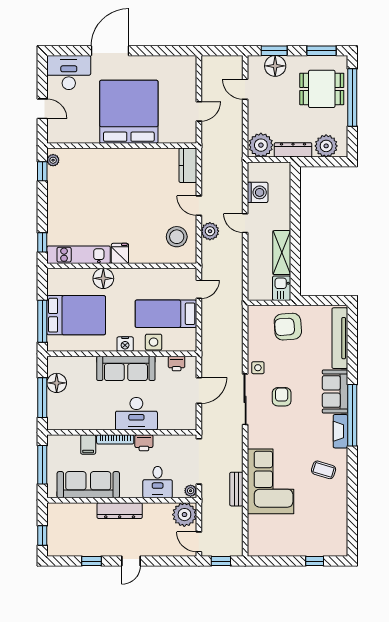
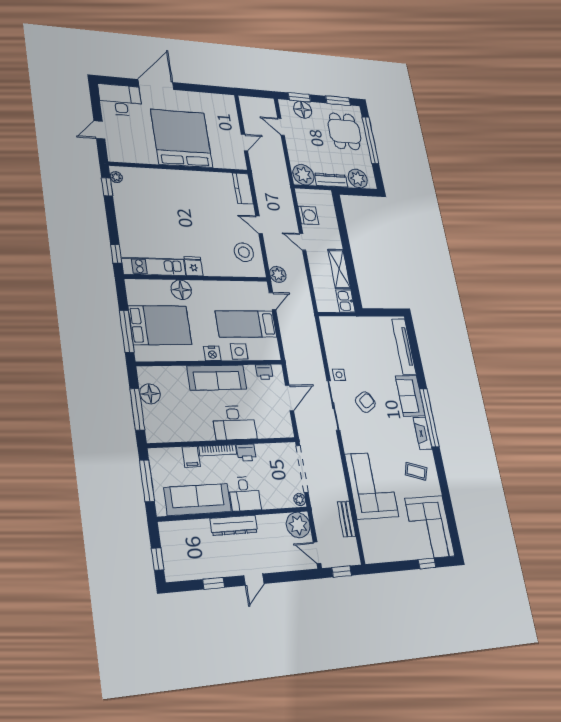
dining table: (322, 89) -> (344, 131), turned 90
door: (42, 109) -> (99, 130), swing flipped
plant: (210, 231) -> (278, 274), moved
armchair: (288, 327) -> (358, 336), removed
armchair: (282, 397) -> (365, 402), turned 57
desk: (158, 482) -> (244, 494), moved
bench: (236, 489) -> (346, 519), moved
corner sofa: (326, 526) -> (430, 527), added

